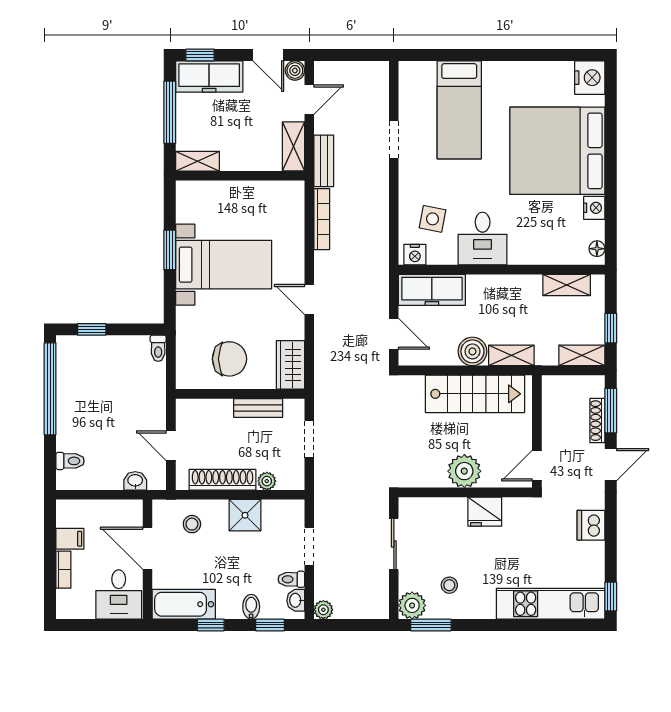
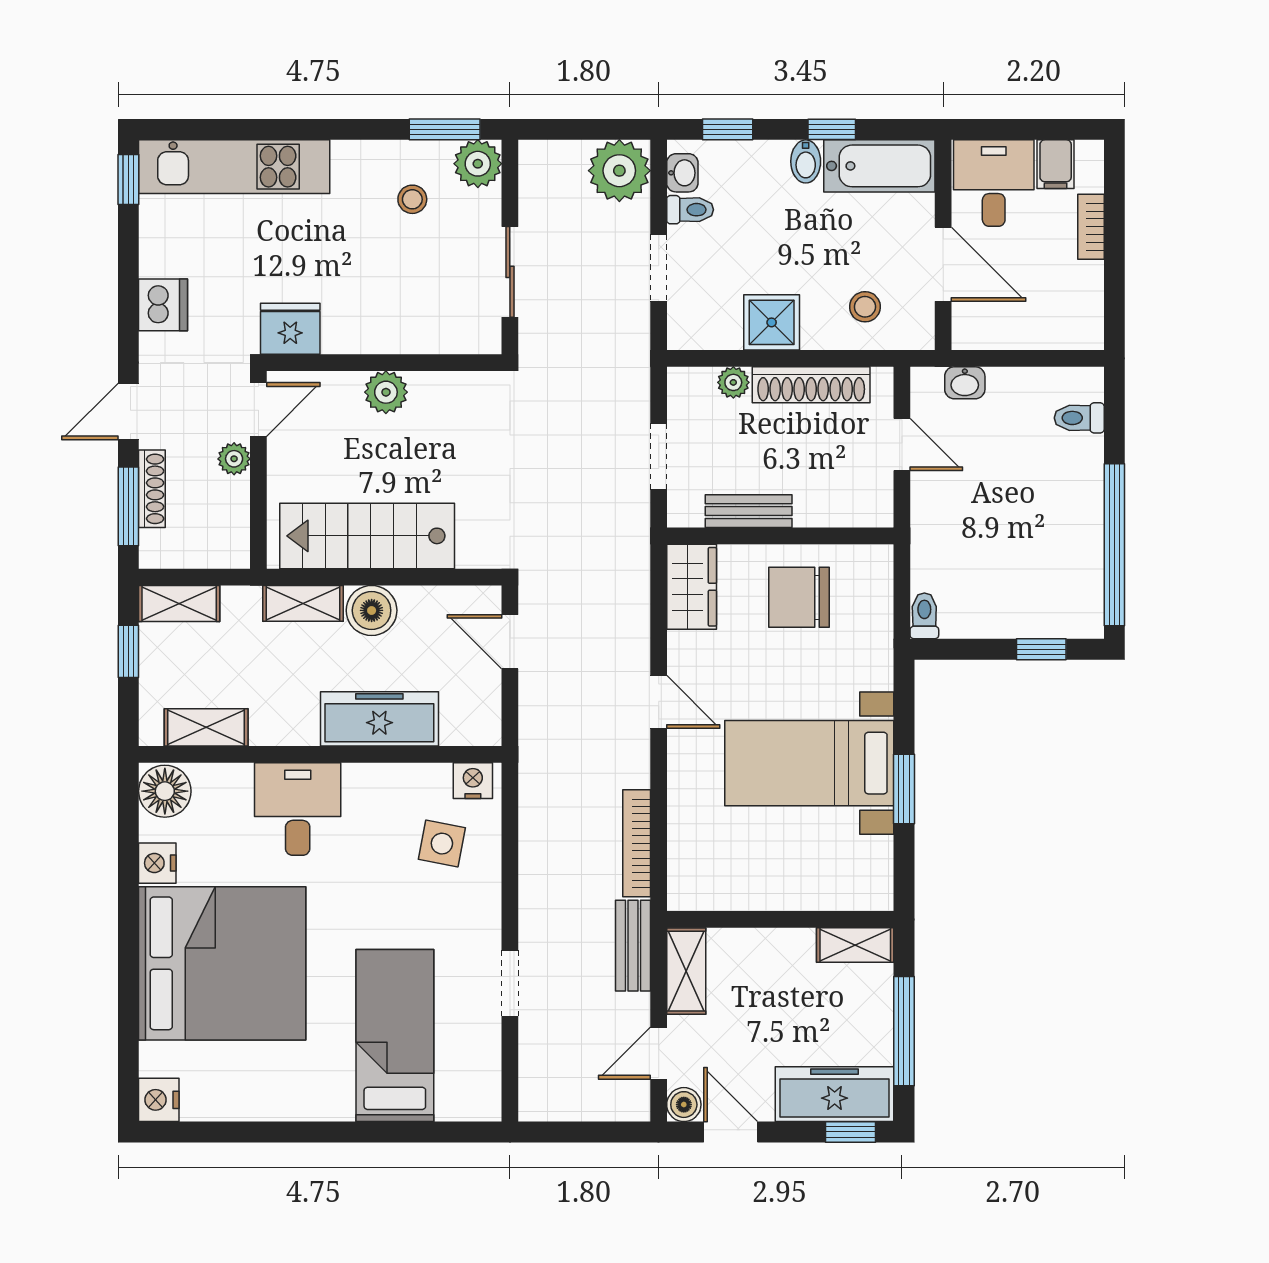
nightstand: (590, 78) -> (159, 1100), width x0.74, depth x0.75
desk: (483, 239) -> (298, 809), moved
floor lamp: (597, 249) -> (165, 791), width x1.89, depth x1.89
freezer: (432, 290) -> (379, 719), moved
plant: (551, 438) -> (234, 459), added
plant: (464, 471) -> (386, 392), width x0.73, depth x0.73
fridge: (485, 512) -> (290, 329), moved
filing cabinet: (70, 539) -> (1056, 164), moved, turned -90
bidet: (251, 607) -> (806, 161), moved
plant: (323, 610) -> (619, 171), width x1.87, depth x1.87

